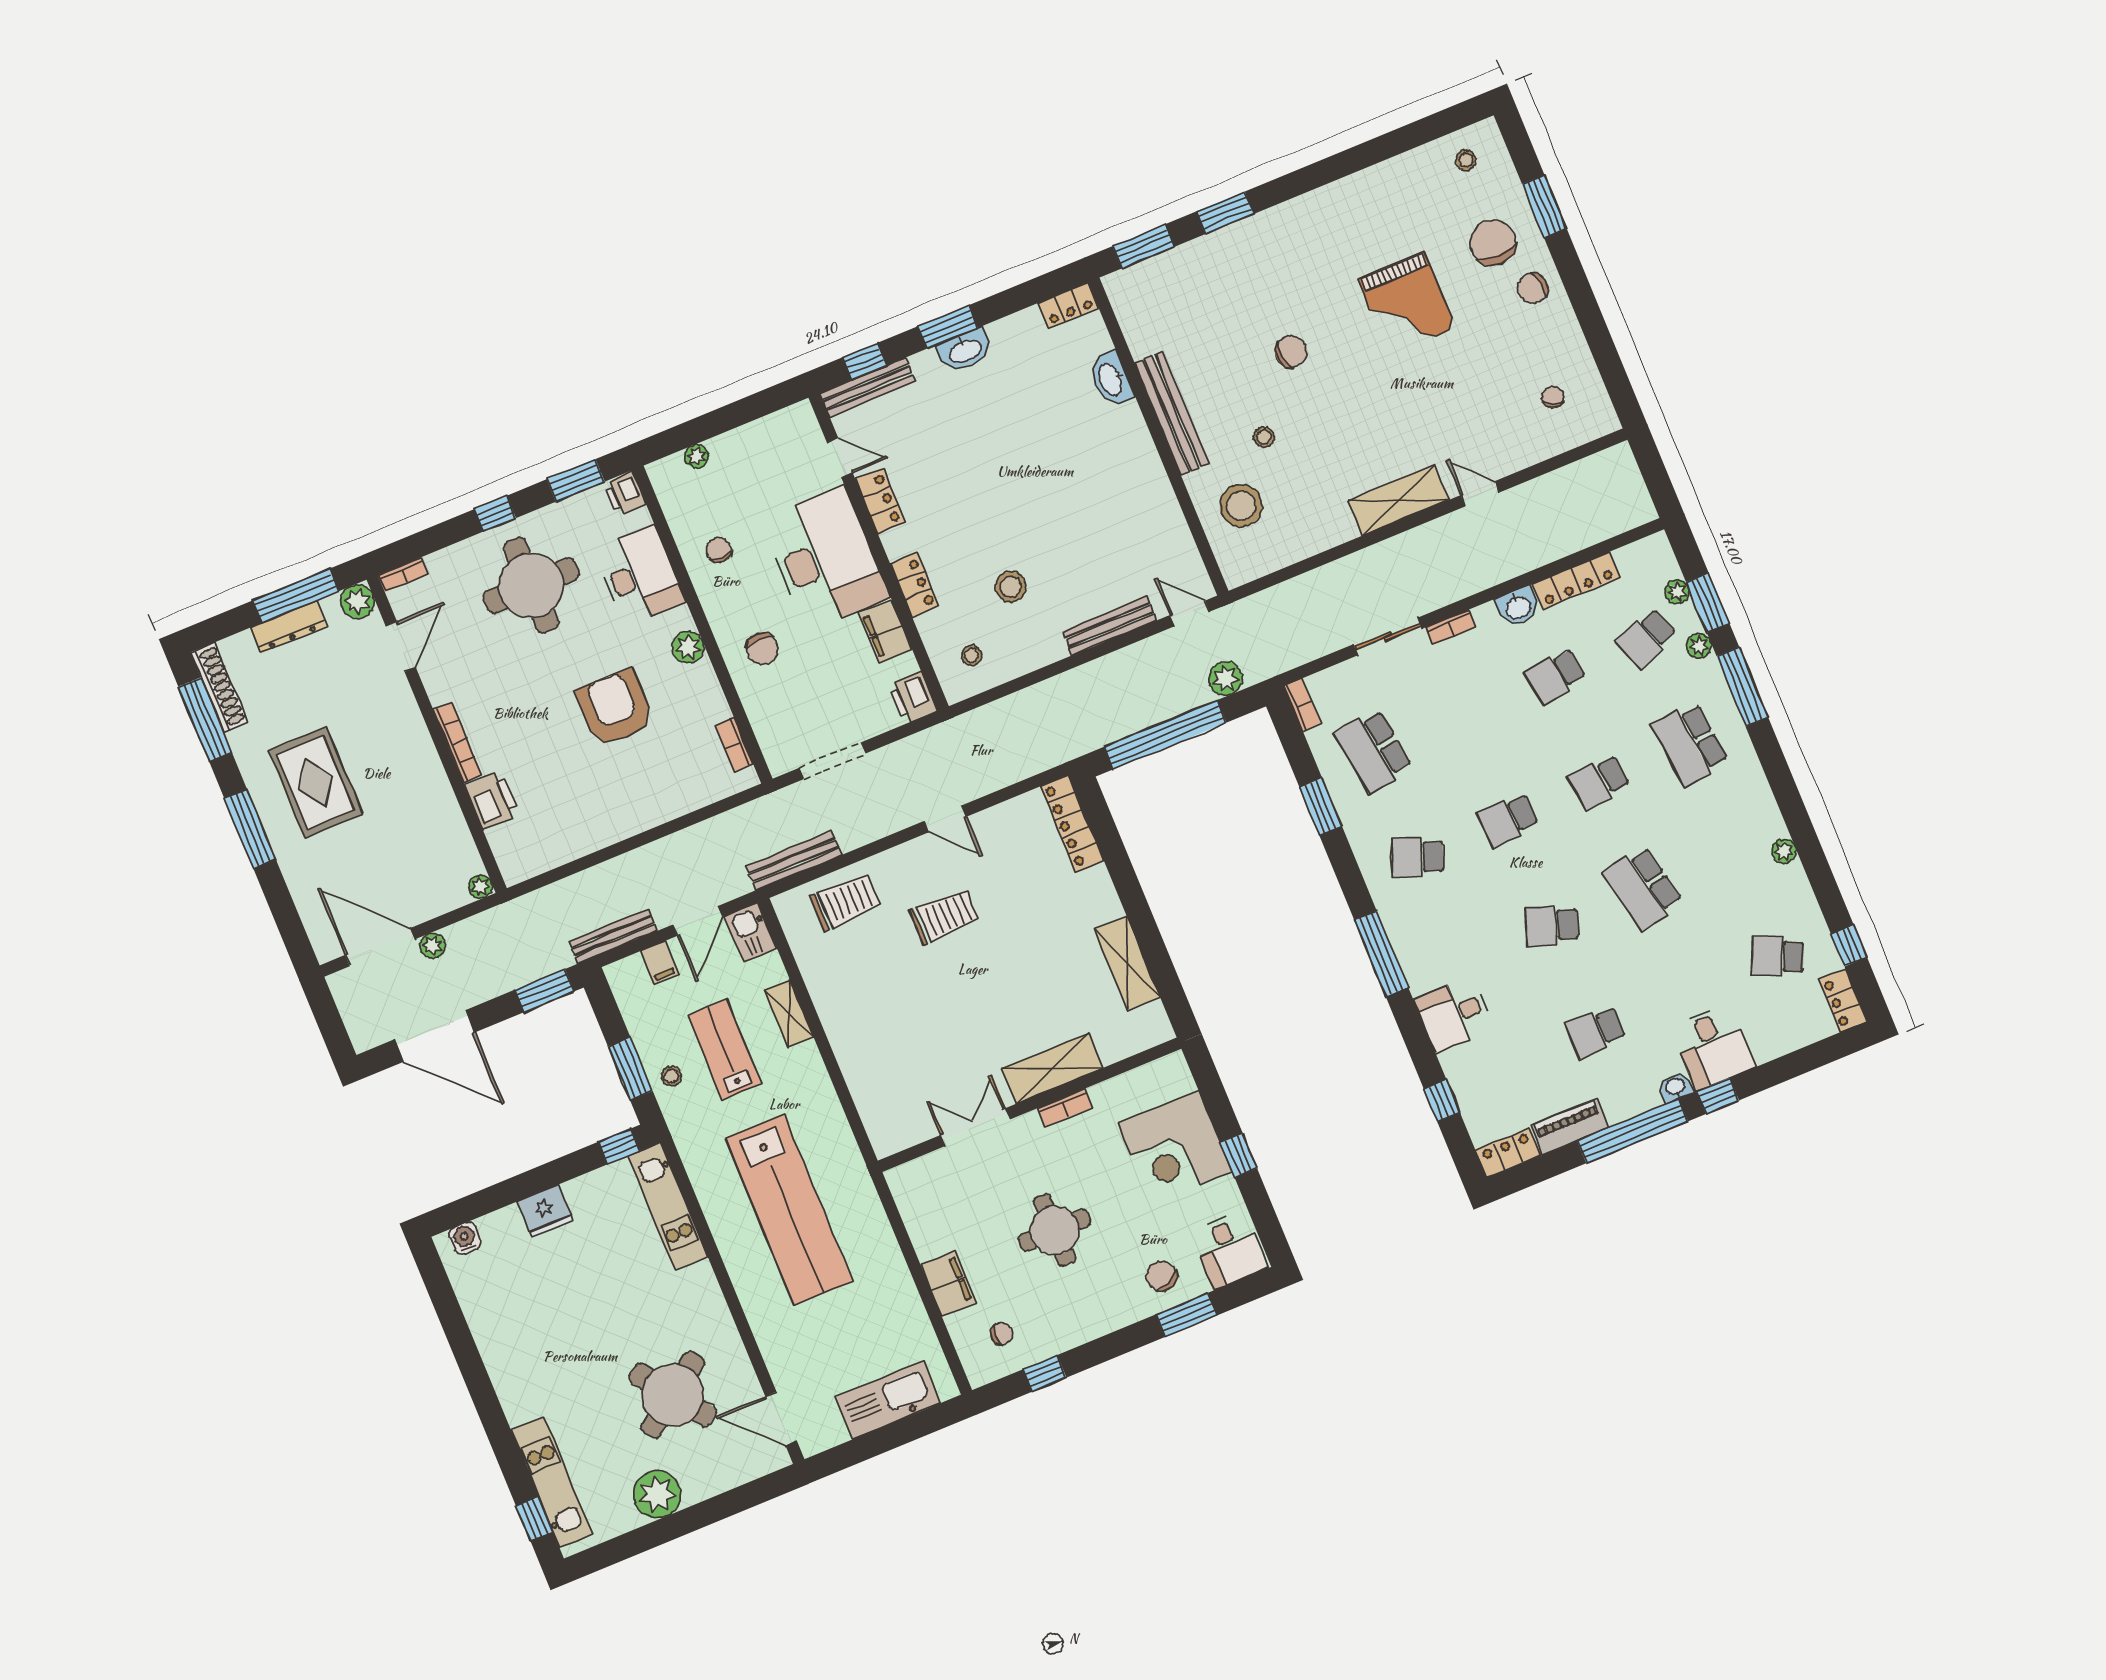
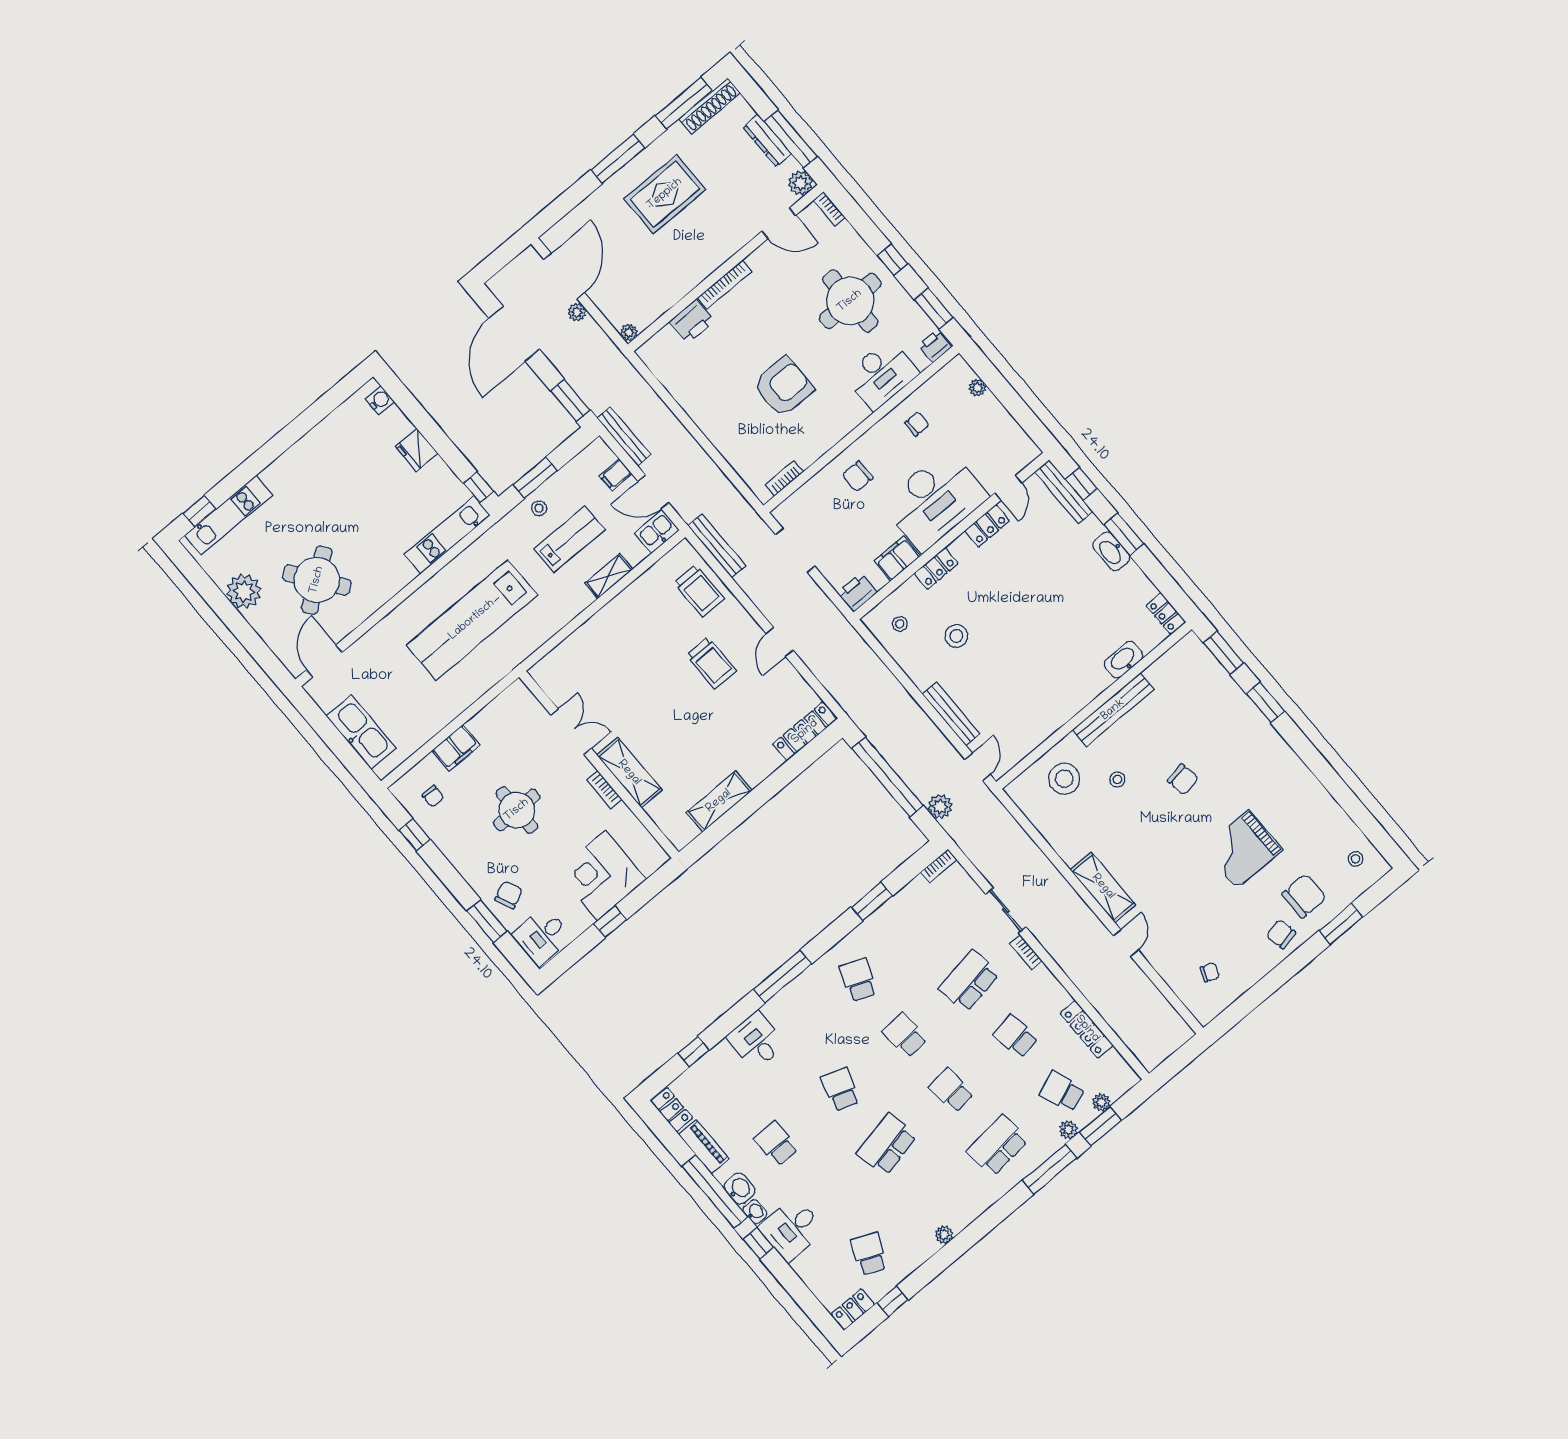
washbasin: (1518, 607) -> (740, 1189), moved, turned 180
plant: (688, 647) -> (842, 424), removed
school desk: (1373, 751) -> (969, 981), moved

